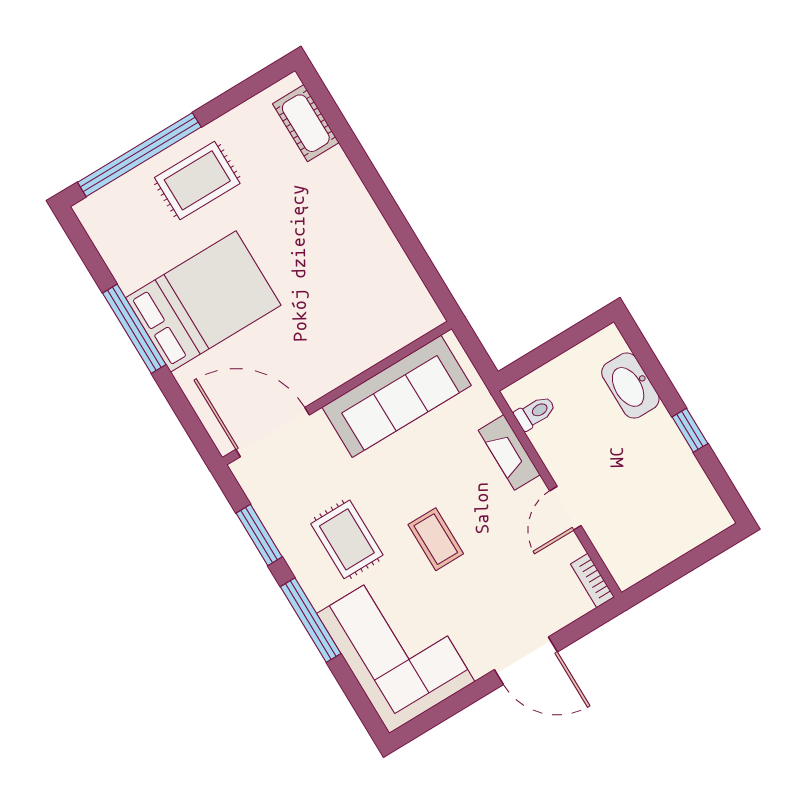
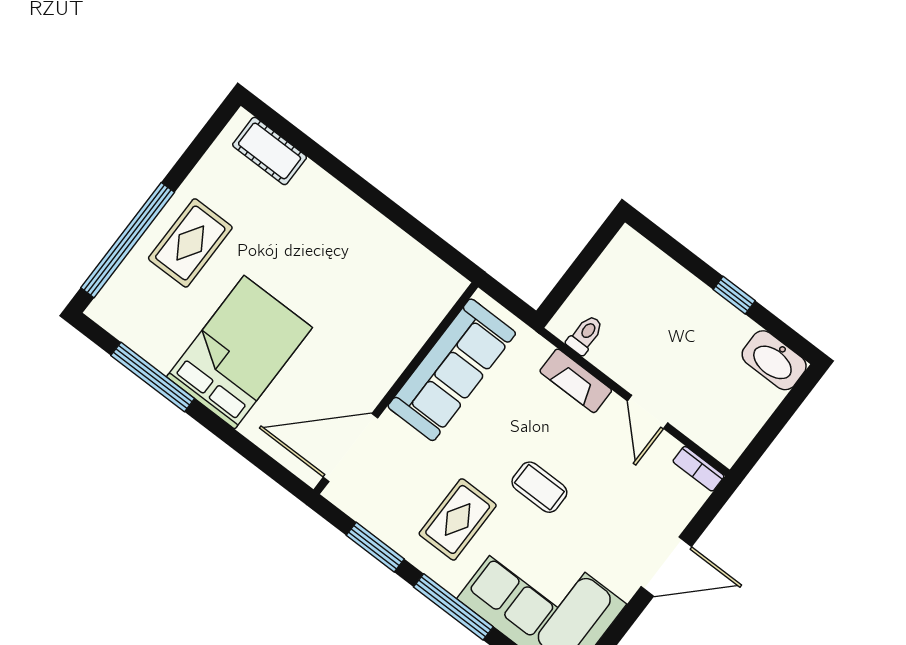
window: (134, 329) -> (153, 377), moved
washbasin: (630, 386) -> (774, 360), moved
rug: (347, 539) -> (458, 519), turned 90

